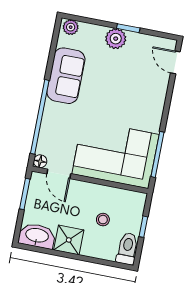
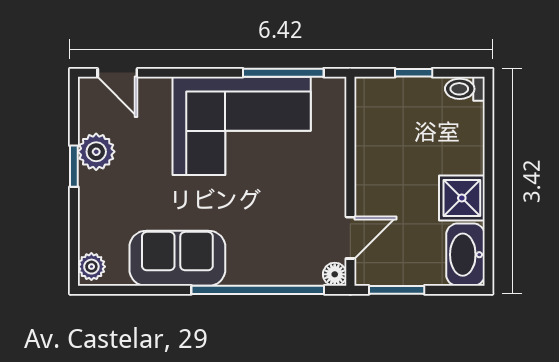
plant: (116, 39) -> (96, 152), moved
door: (175, 62) -> (117, 73), hinge flipped
corner sofa: (115, 154) -> (242, 126), moved, turned -90
stool: (103, 220) -> (415, 146), removed
toilet: (127, 249) -> (465, 89), width x0.73, depth x0.72

